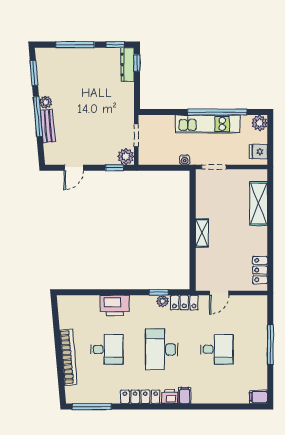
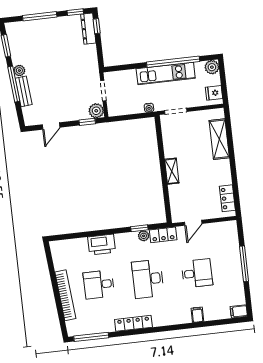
desk: (107, 349) -> (99, 284), turned 180
filing cabinet: (185, 395) -> (197, 315), moved
printer: (170, 397) -> (160, 320), removed

